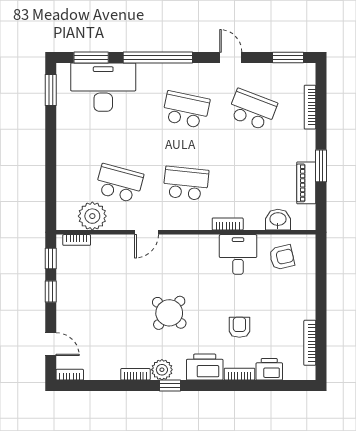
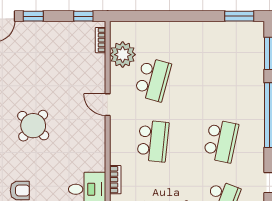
desk: (103, 87) -> (242, 65), removed
window: (51, 292) -> (33, 16), moved

